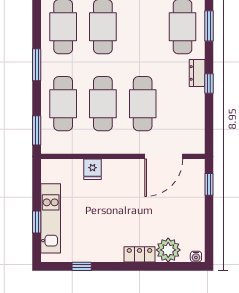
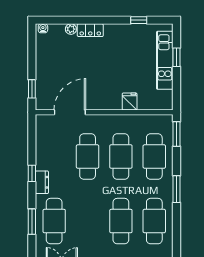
plant: (168, 250) -> (71, 29), width x0.53, depth x0.53

